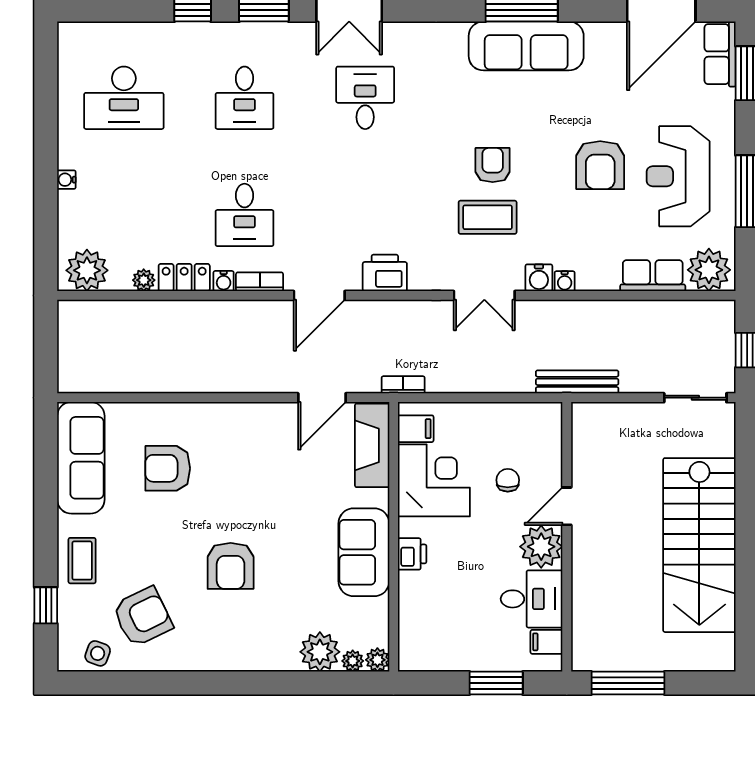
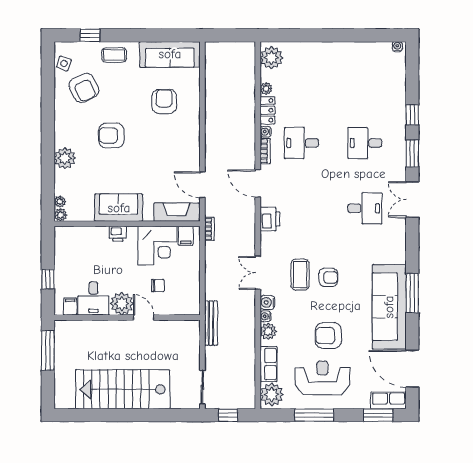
sofa: (526, 46) -> (389, 307), width x1.36, depth x1.27
desk: (124, 98) -> (365, 78), removed
water cooler: (66, 180) -> (397, 47), moved
plant: (592, 276) -> (268, 331), added
plant: (320, 652) -> (65, 158), moved
window: (496, 683) -> (48, 279), width x0.67

